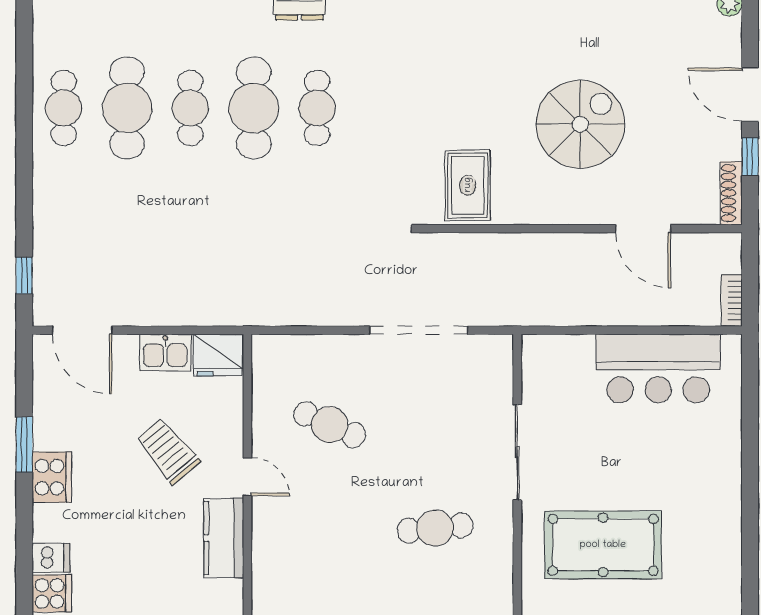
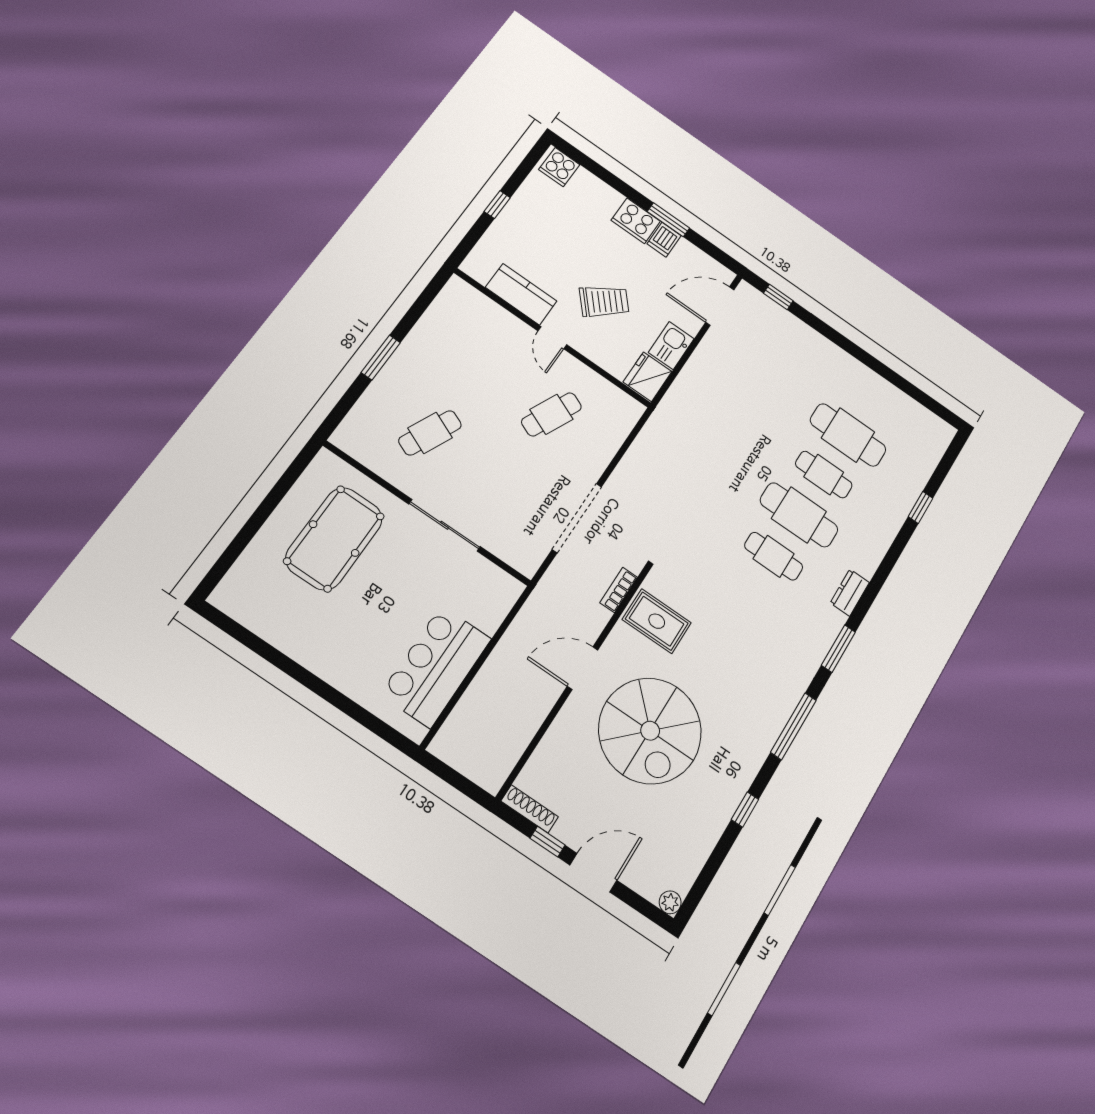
cafe table: (64, 108) -> (872, 396), removed
spiral stairs: (580, 124) -> (650, 731), width x1.37, depth x1.37
door: (643, 229) -> (583, 668), moved
bookcase: (732, 300) -> (619, 590), moved, turned -90
door: (247, 477) -> (552, 338), hinge flipped
cafe table: (435, 528) -> (430, 433), turned 30
dishwasher: (51, 558) -> (664, 240), moved

